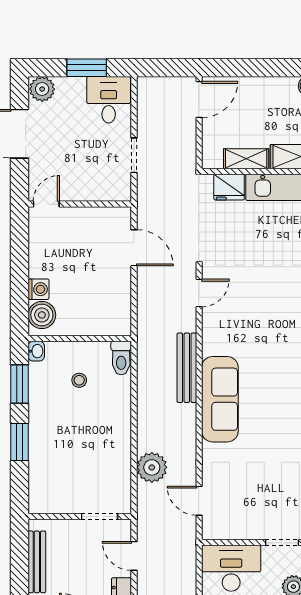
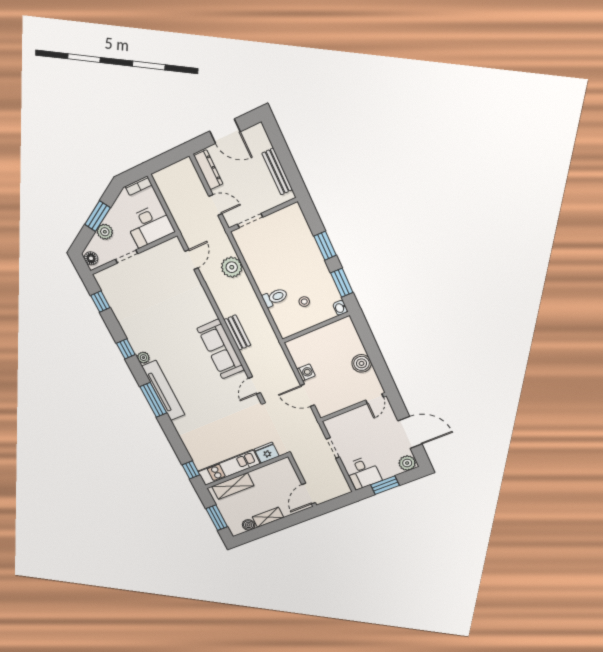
shelving: (246, 159) -> (268, 517), moved
washing machine: (38, 289) -> (306, 372), moved, turned 180
boiler: (42, 315) -> (362, 363), moved
toilet: (121, 358) -> (275, 297), moved, turned 90
bench: (187, 368) -> (237, 333), width x0.73
sofa: (220, 399) -> (221, 349), moved
door: (199, 501) -> (191, 260), hinge flipped

